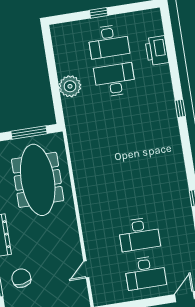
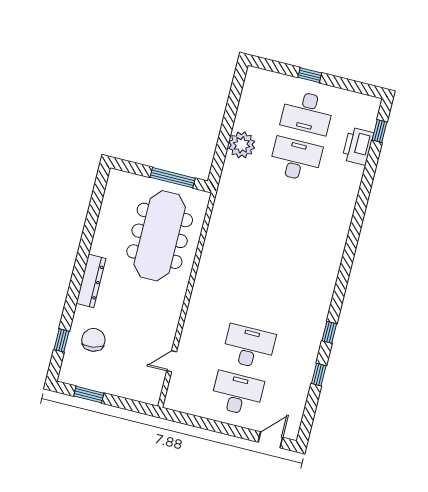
window: (180, 108) -> (379, 131), moved
desk: (139, 234) -> (249, 347), turned 180
desk: (145, 273) -> (237, 394), turned 180

